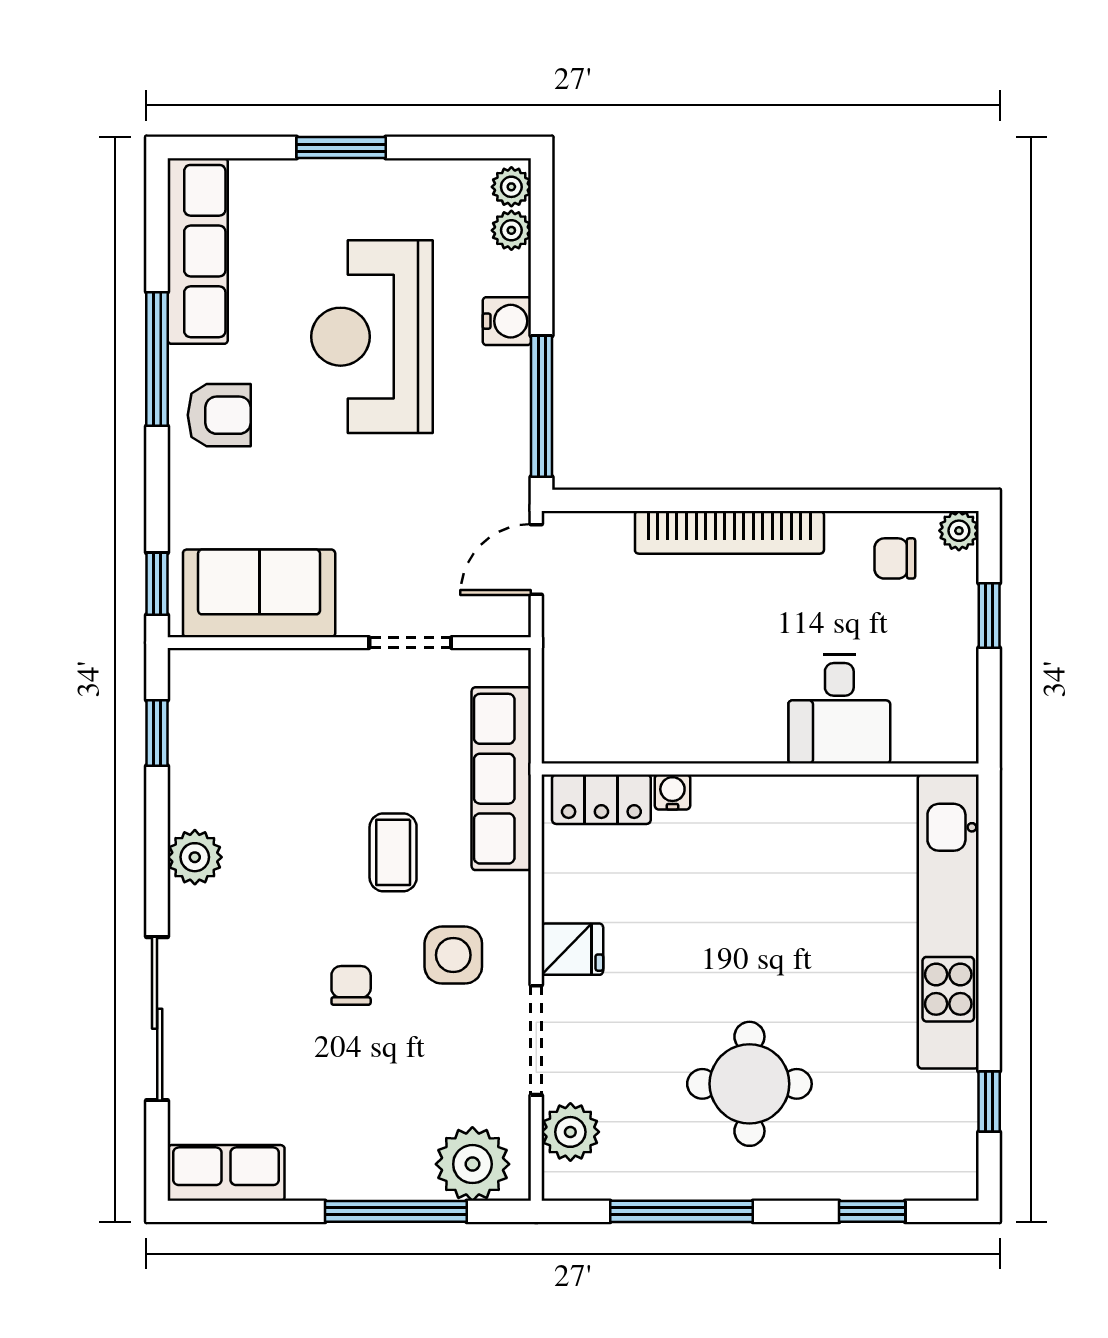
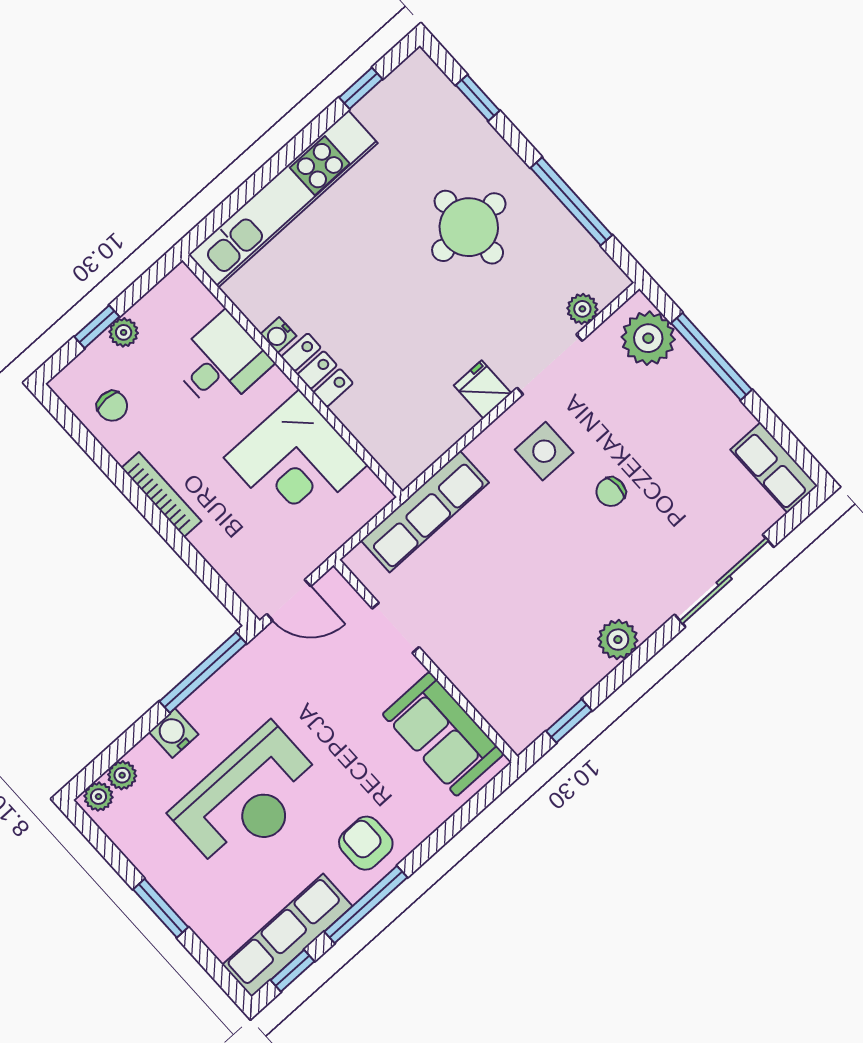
plant: (959, 531) -> (124, 332), moved
bookcase: (729, 532) -> (161, 494), width x0.68, depth x0.76
window: (157, 584) -> (292, 971), moved
corner desk: (671, 694) -> (296, 461), added
water cooler: (672, 792) -> (278, 335), moved
locker: (601, 799) -> (317, 370), moved
coffee table: (393, 852) -> (518, 534), removed
plant: (570, 1132) -> (582, 309), width x0.73, depth x0.73

